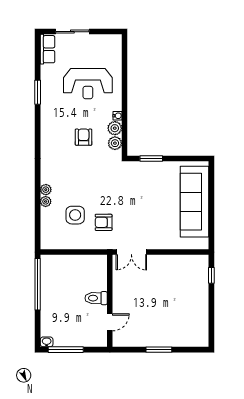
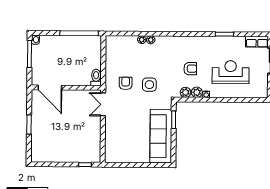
reception desk: (88, 84) -> (231, 72), turned 90
sofa: (195, 202) -> (161, 136), moved, turned -90
side table: (75, 215) -> (149, 85), moved
toilet: (96, 298) -> (96, 77), moved
door: (110, 322) -> (50, 88), width x1.88

